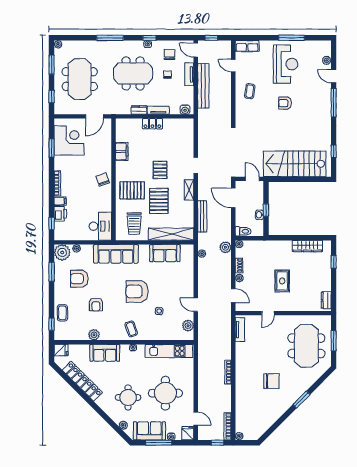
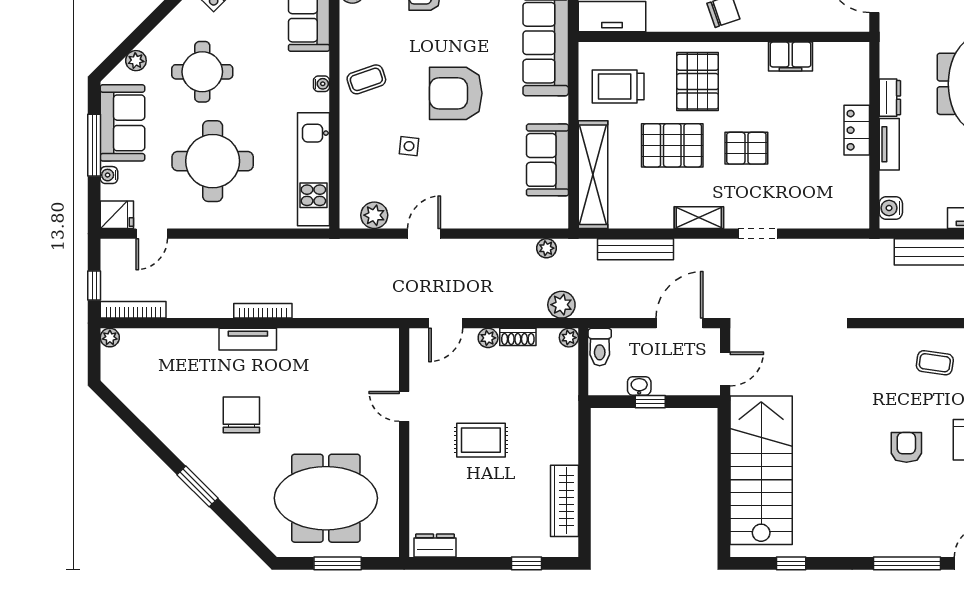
armchair: (137, 291) -> (456, 93), turned -90
tv unit: (240, 330) -> (248, 339), moved
chair: (272, 381) -> (241, 415), turned 180

